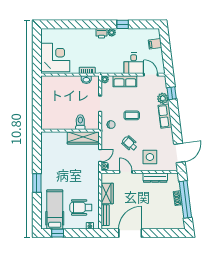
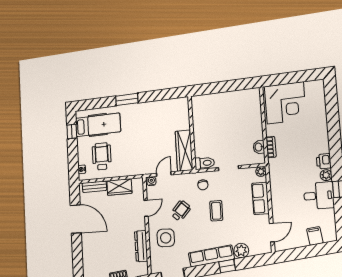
desk: (134, 63) -> (319, 196), moved, turned 180
window: (172, 93) -> (227, 266), moved
row of seats: (165, 116) -> (211, 256), width x1.48
toilet: (80, 122) -> (205, 163), moved
door: (100, 155) -> (164, 174), swing flipped

